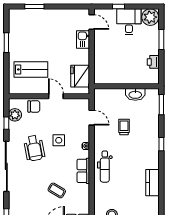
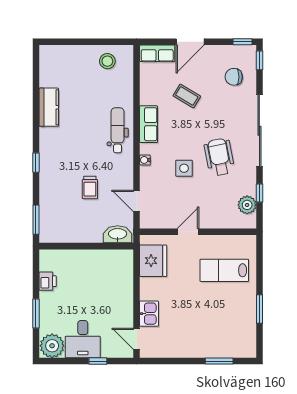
washbasin: (135, 94) -> (118, 234), moved
door: (56, 96) -> (188, 232), swing flipped
chair: (34, 106) -> (234, 77), moved

